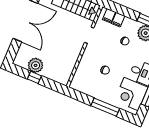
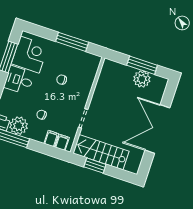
window: (34, 77) -> (142, 65), width x2.17
window: (105, 107) -> (72, 42), moved

